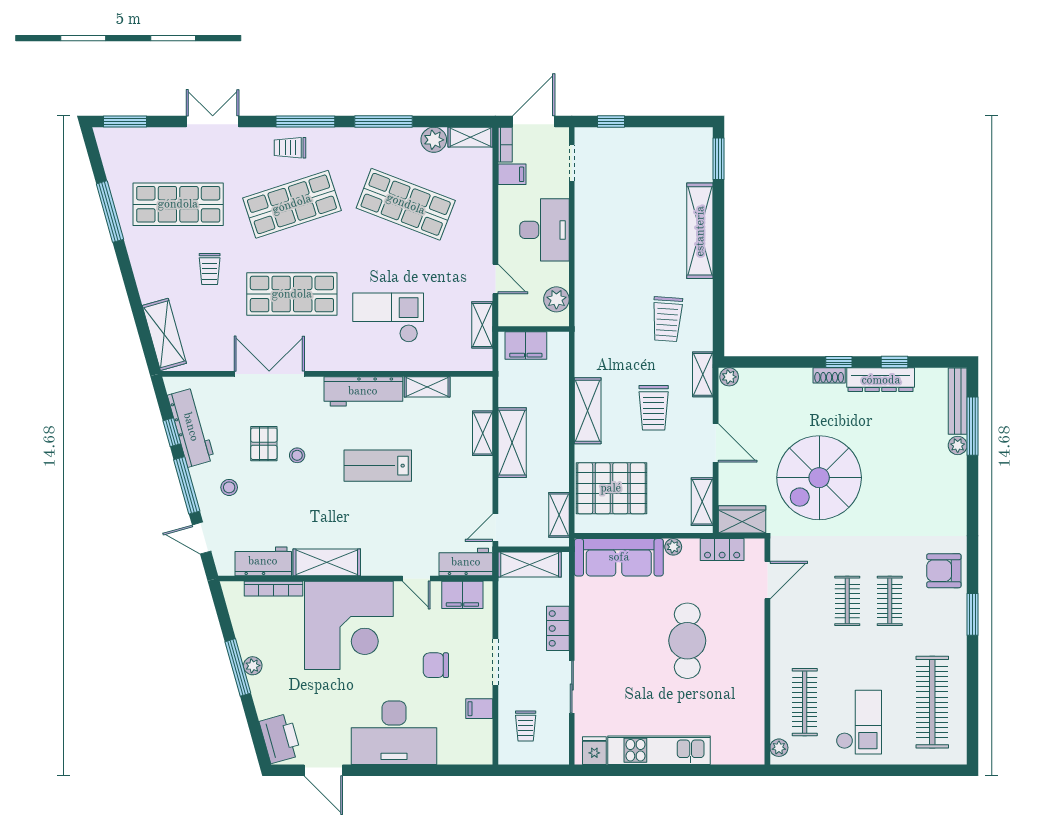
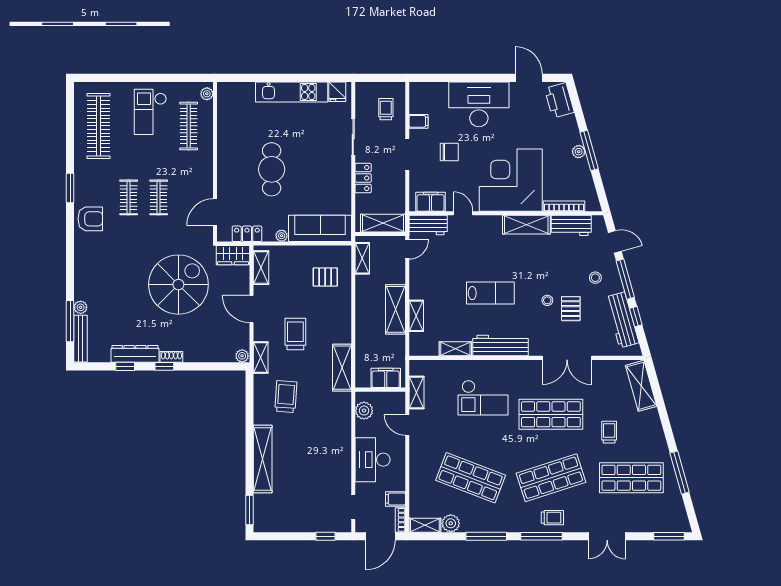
shelving: (588, 411) -> (342, 368), moved
pallet: (611, 488) -> (325, 277), width x0.49, depth x0.50

